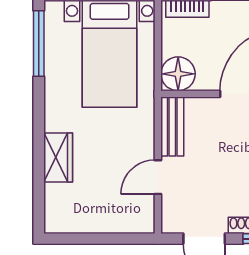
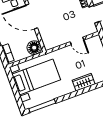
bench: (172, 127) -> (55, 42), removed

